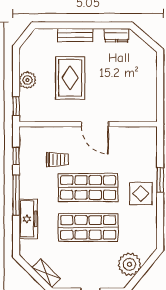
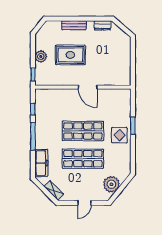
rug: (70, 78) -> (70, 55), turned 90
trolley: (57, 160) -> (62, 112), removed
freezer: (28, 219) -> (41, 163), moved

